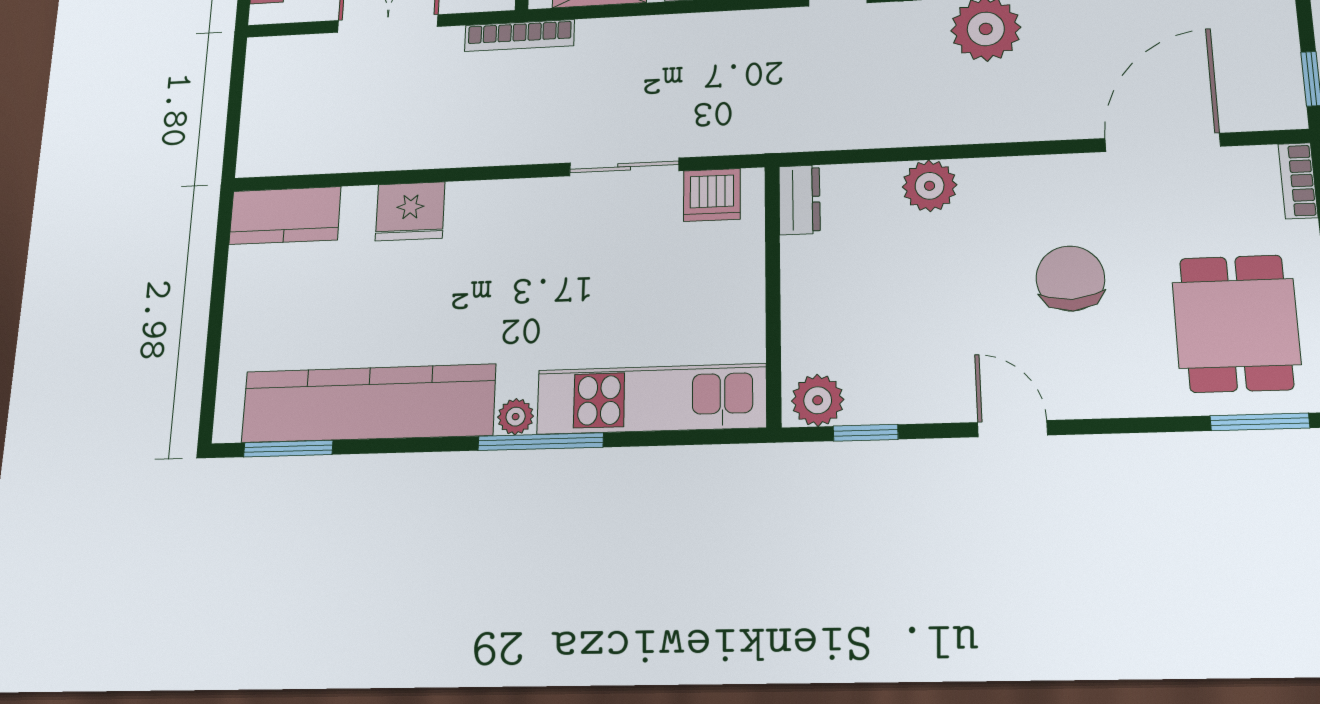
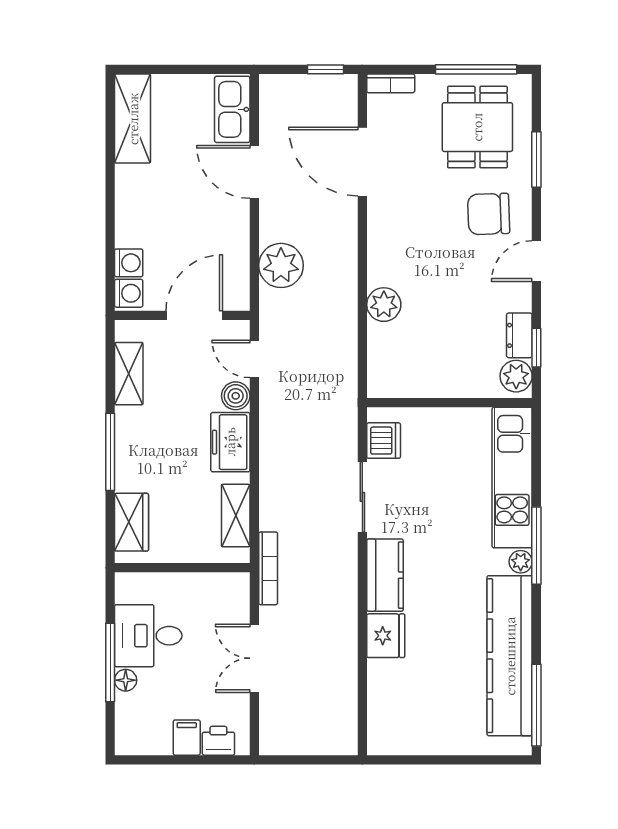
dresser: (800, 200) -> (519, 335), moved, turned -90
kitchen counter: (285, 216) -> (385, 575), moved
chair: (1070, 278) -> (489, 214), moved
dining table: (1236, 323) -> (477, 127), turned 90
window: (1260, 422) -> (536, 160), moved
window: (288, 449) -> (536, 705), width x1.44

